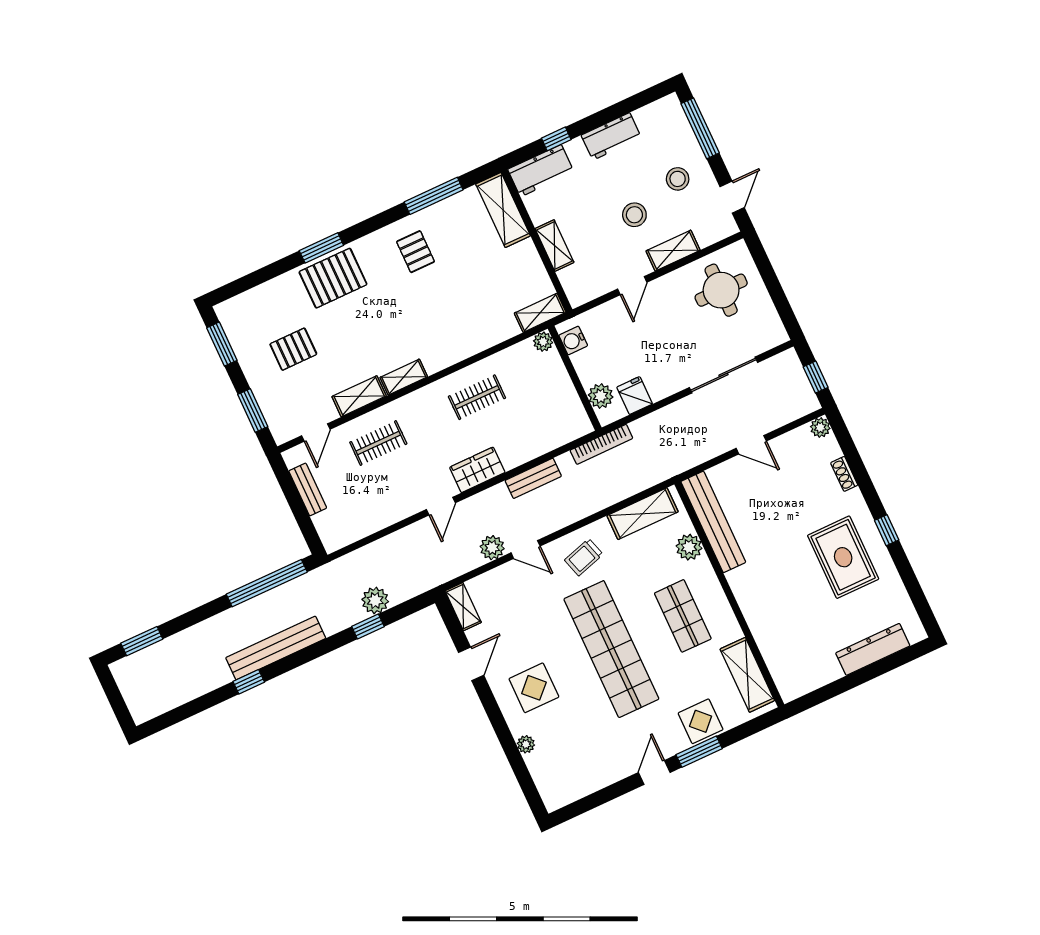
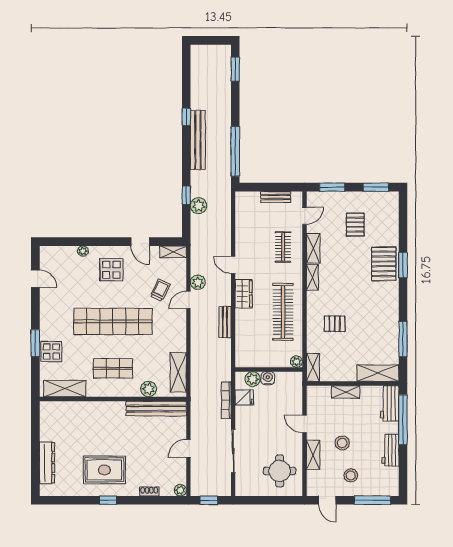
window: (556, 139) -> (403, 420), width x3.17
pallet: (416, 252) -> (335, 324), moved
water cooler: (573, 340) -> (268, 378), moved
clothes rail: (477, 397) -> (283, 312), width x1.86, depth x1.31
door: (316, 433) -> (304, 216), swing flipped
bookcase: (601, 444) -> (226, 400), moved
trolley: (584, 557) -> (160, 290), moved, turned 43
door: (654, 772) -> (35, 279), moved

